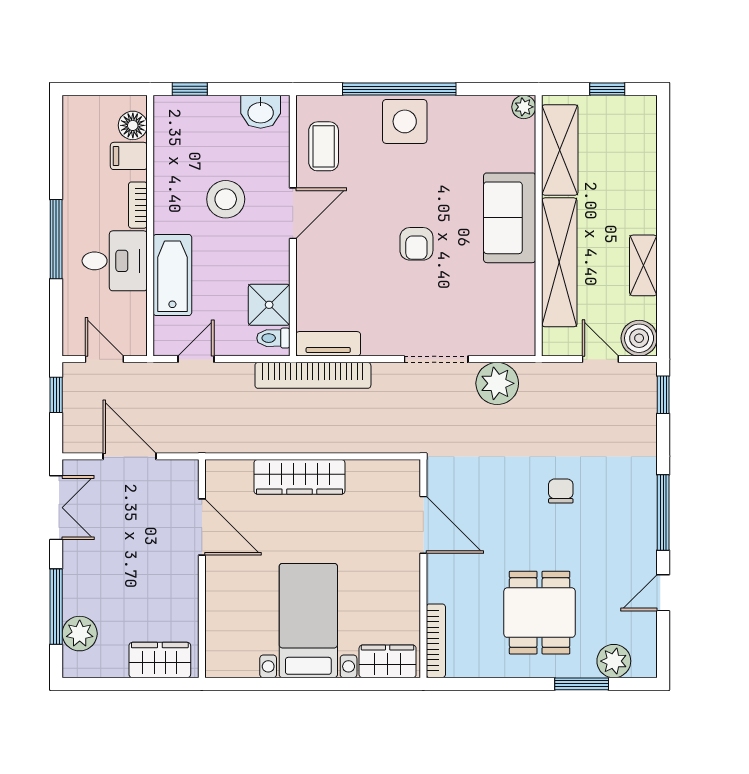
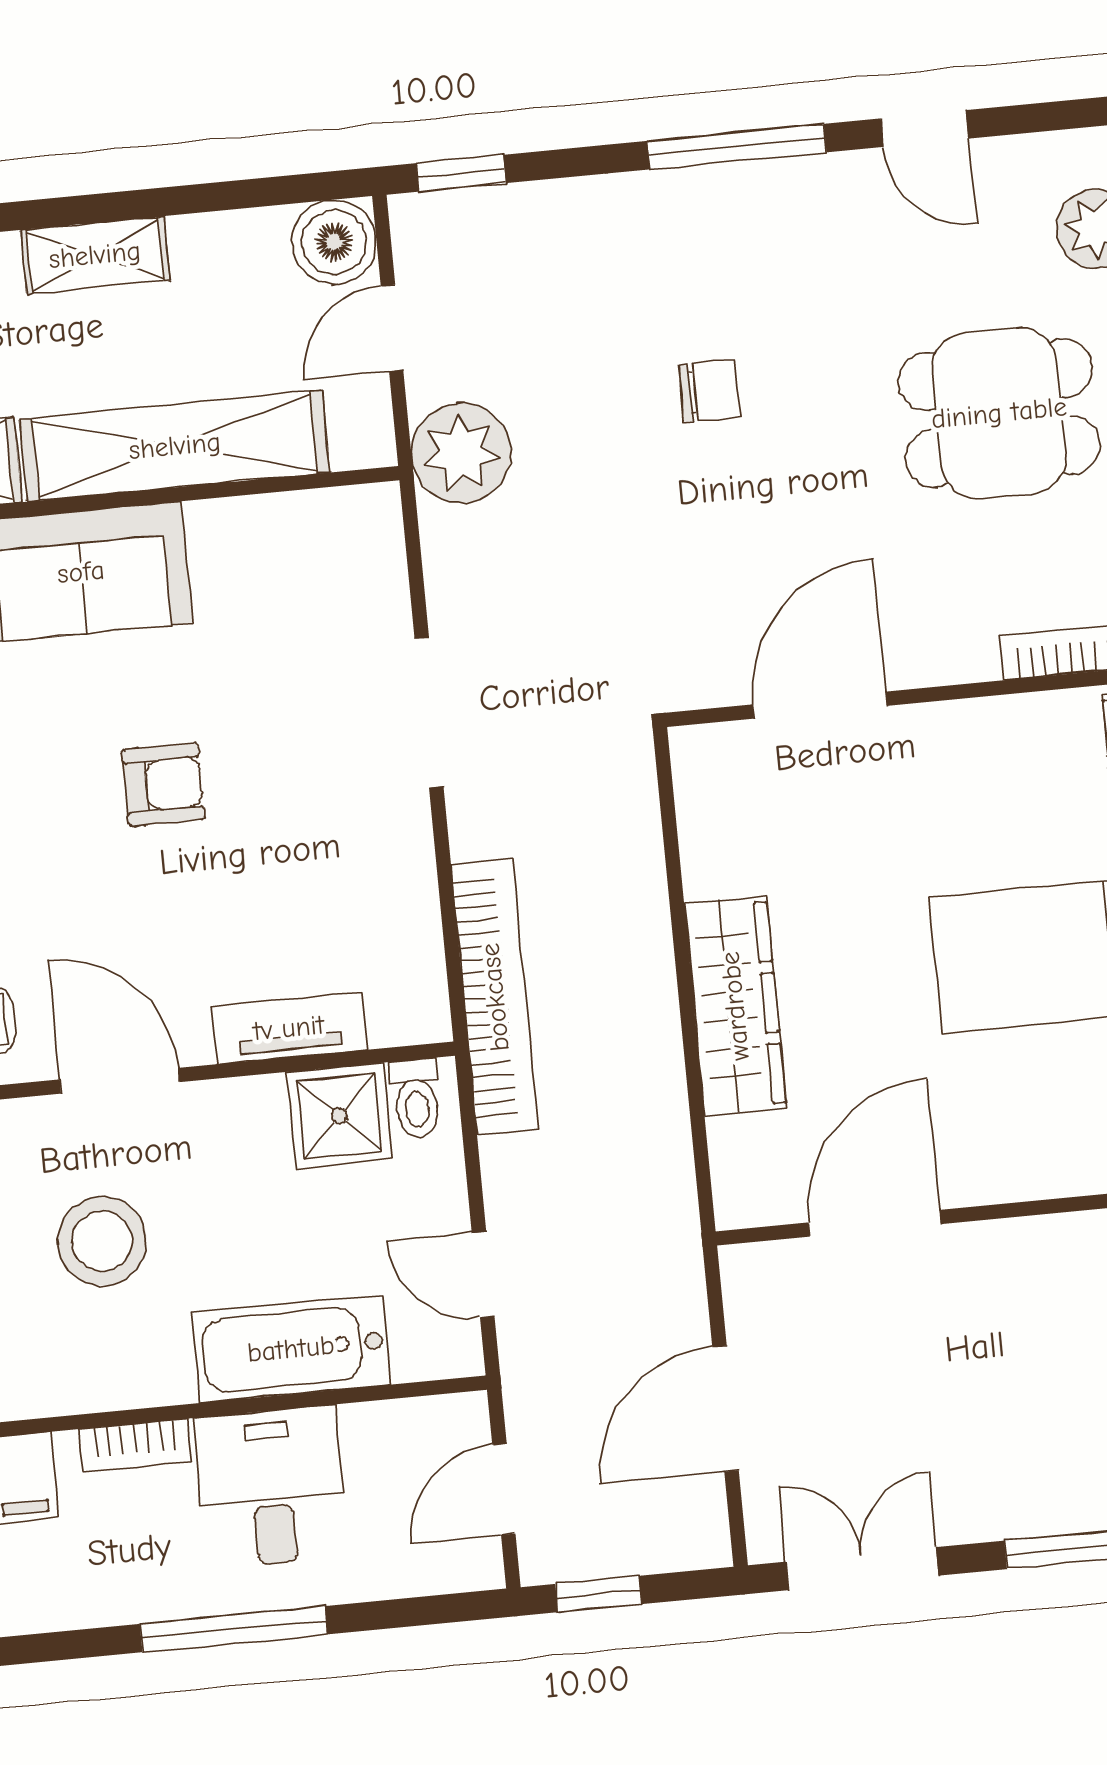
shelving: (643, 265) -> (95, 255), moved
tv unit: (328, 344) -> (289, 1028), moved, turned 90
plant: (497, 383) -> (461, 453), moved
chair: (561, 491) -> (710, 391), turned 180

